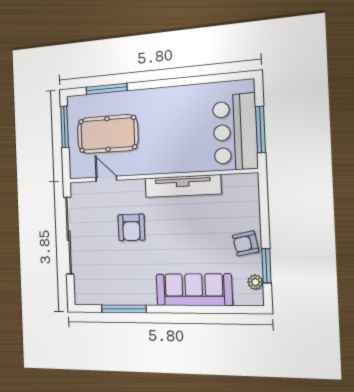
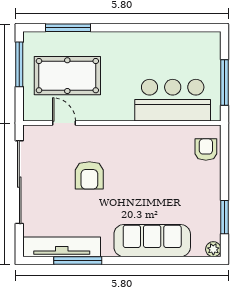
bar counter: (235, 132) -> (173, 100), moved, turned 90
tv unit: (183, 186) -> (62, 247), moved, turned 180
armchair: (246, 243) -> (206, 150), moved, turned 101
plant: (255, 282) -> (213, 249), moved

